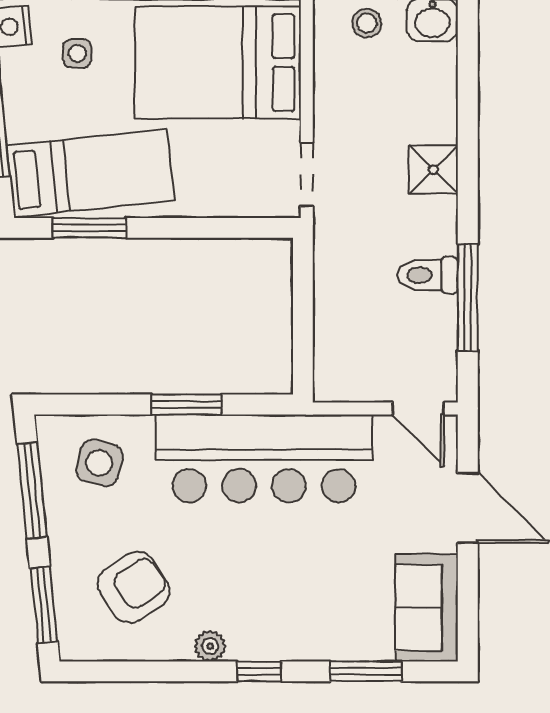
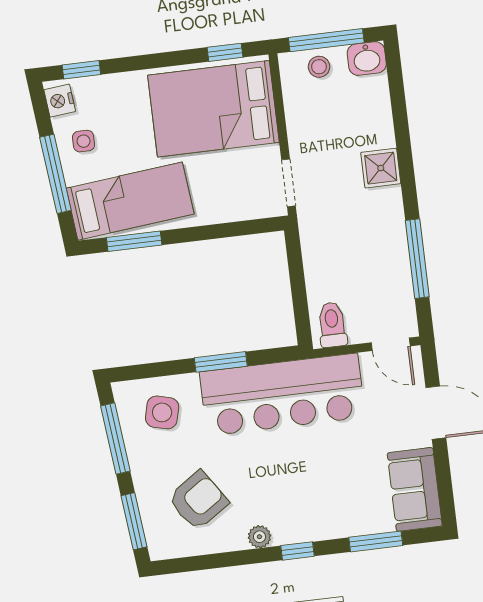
side table: (77, 54) -> (84, 141), moved
toilet: (428, 275) -> (332, 325), moved, turned 90

